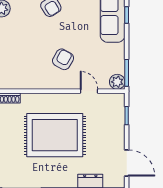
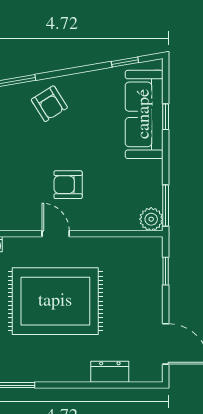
armchair: (63, 59) -> (68, 185), turned -119
door: (89, 91) -> (56, 234), moved

